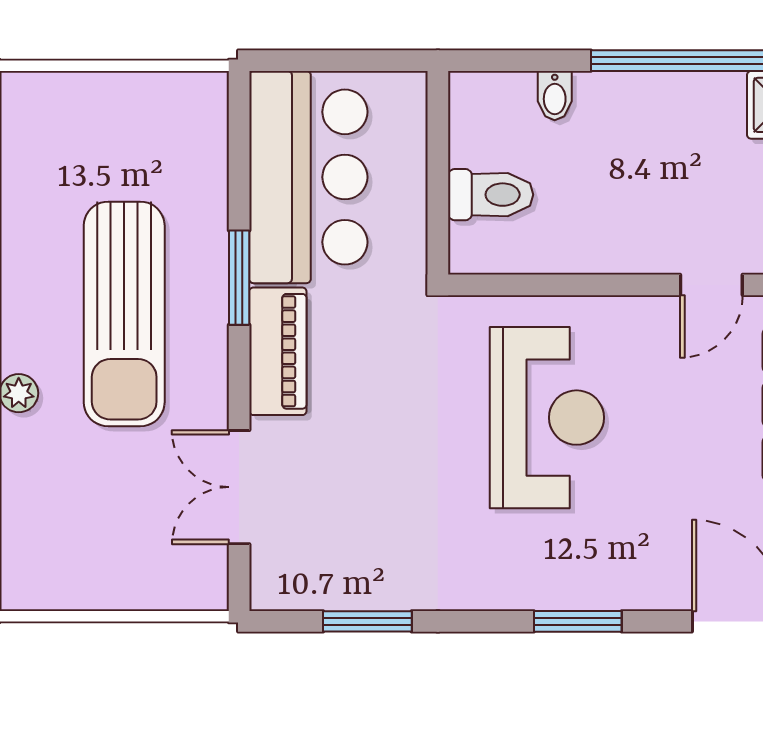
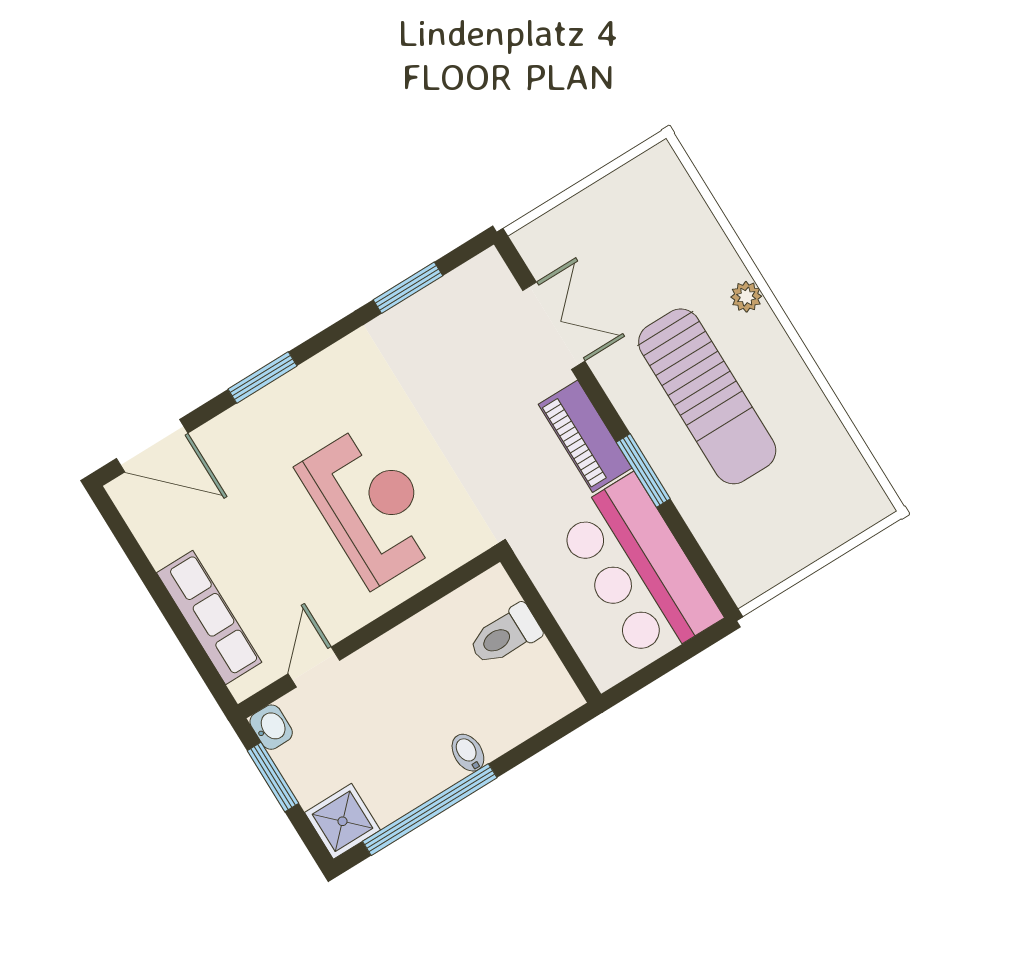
bidet: (555, 96) -> (468, 753), moved
sun lounger: (124, 314) -> (707, 396), turned 180
reception desk: (547, 418) -> (371, 505), turned 180

